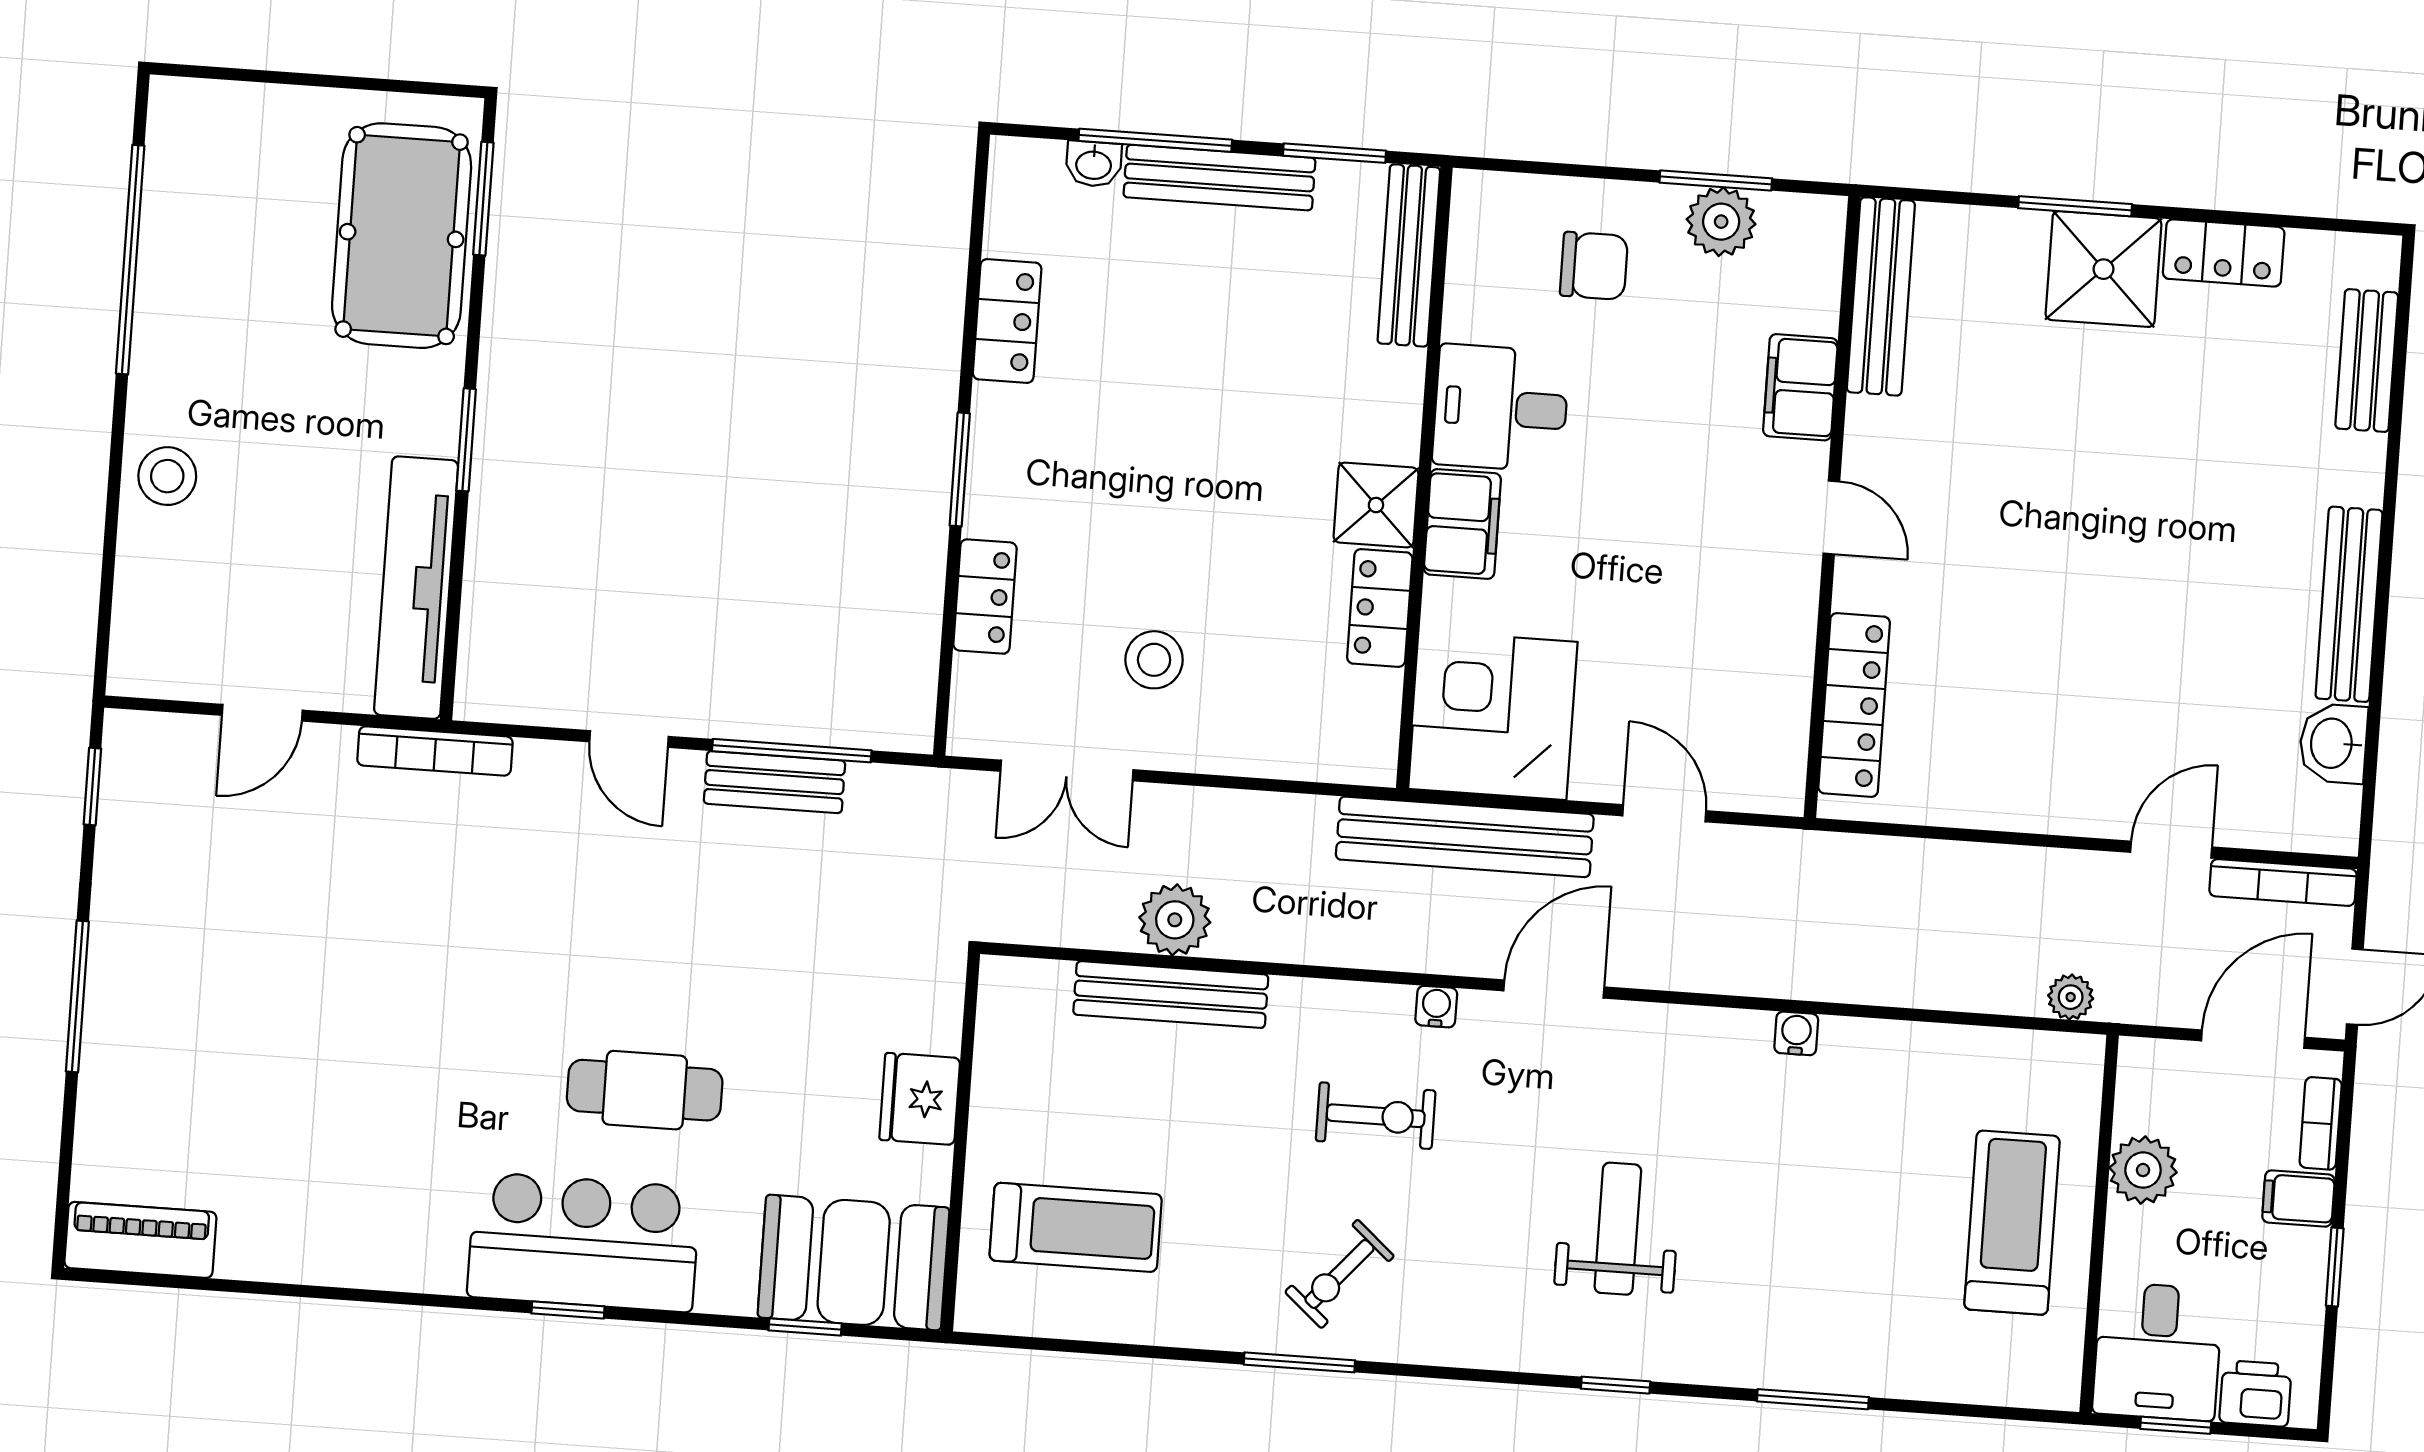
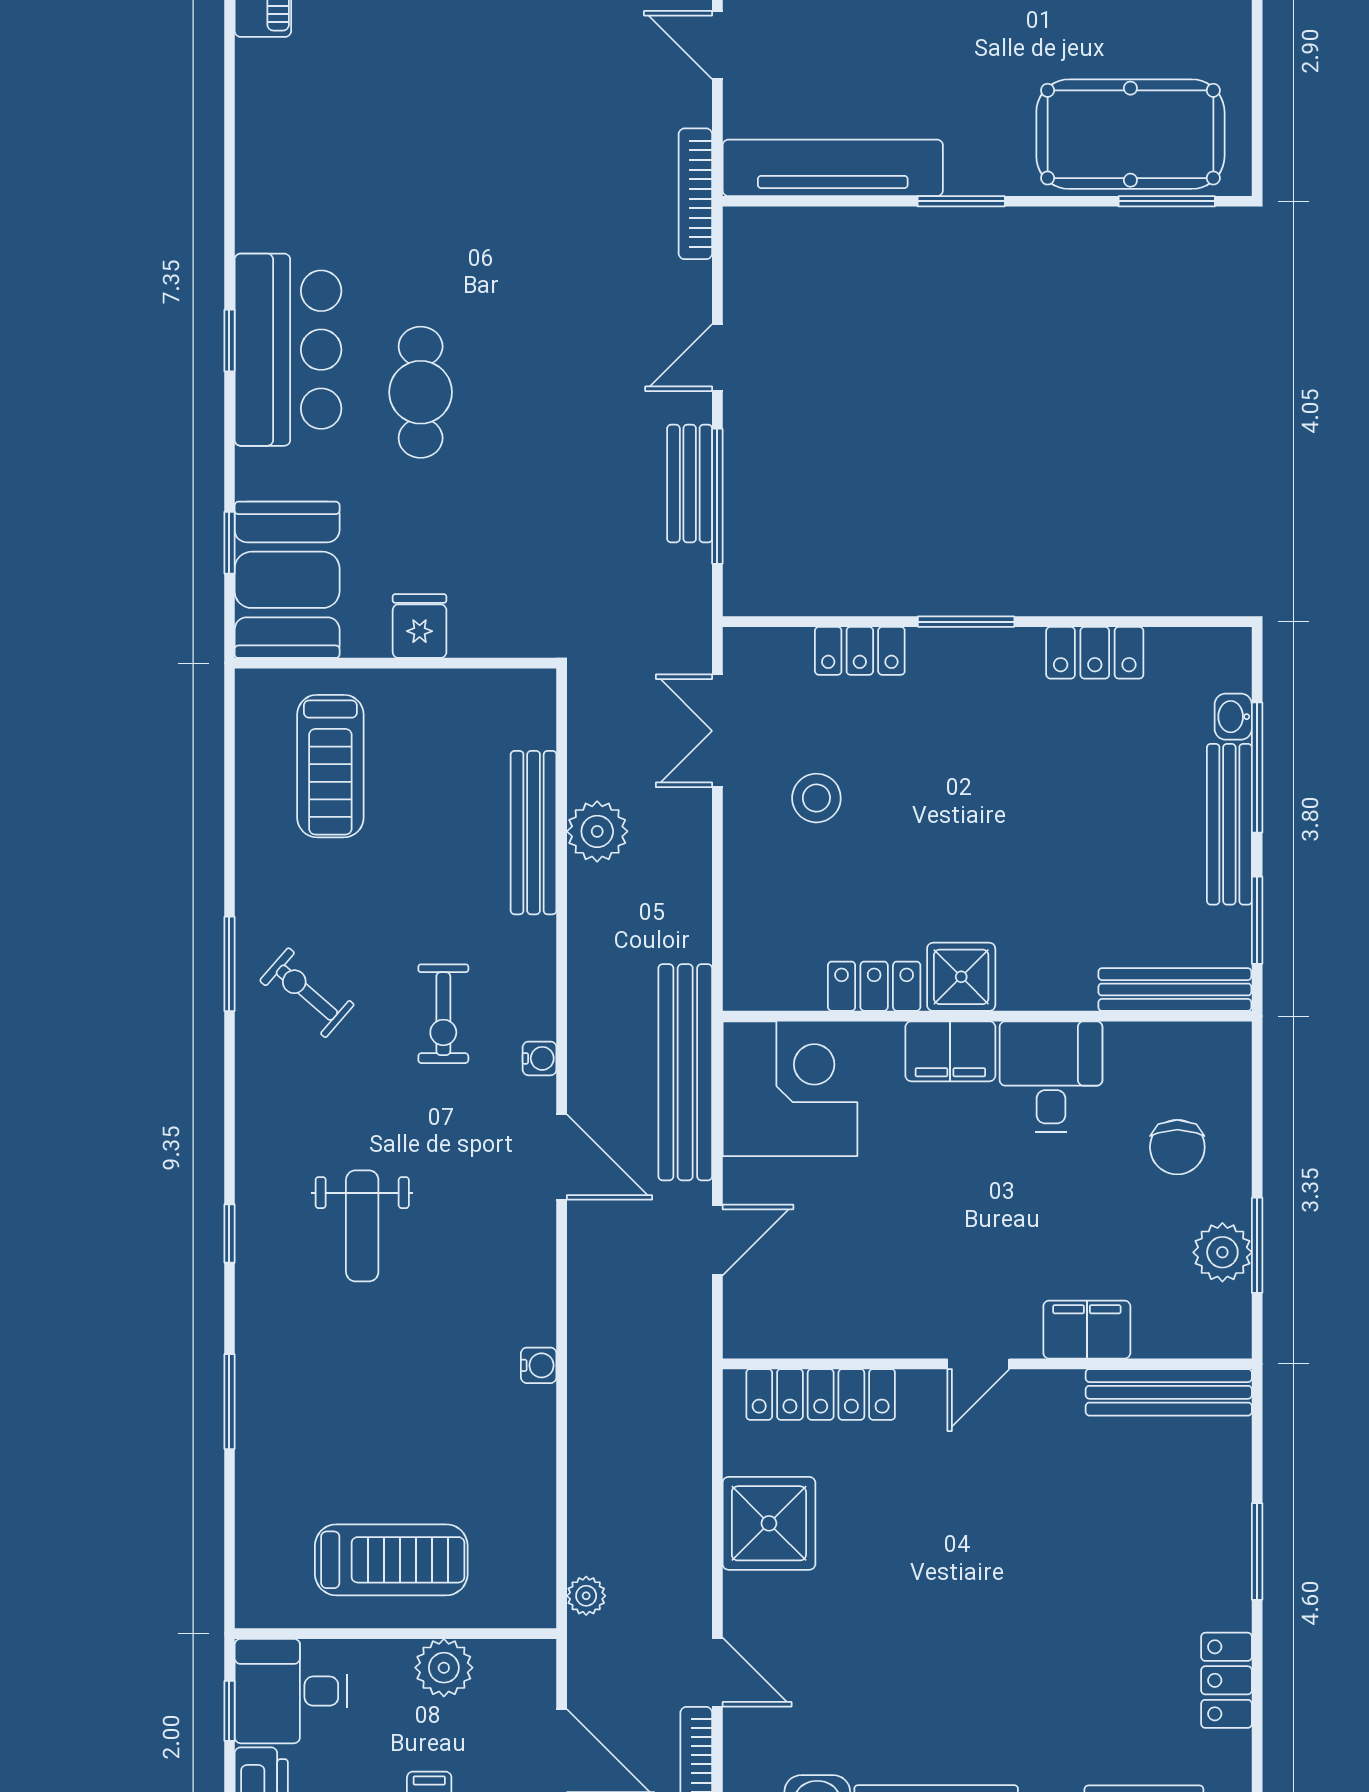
shower: (2104, 269) -> (769, 1523), moved
fridge: (920, 1099) -> (420, 626), width x0.72
weight bench: (1618, 1229) -> (362, 1226), turned 90

